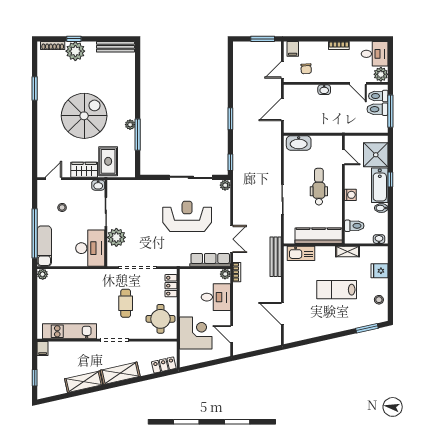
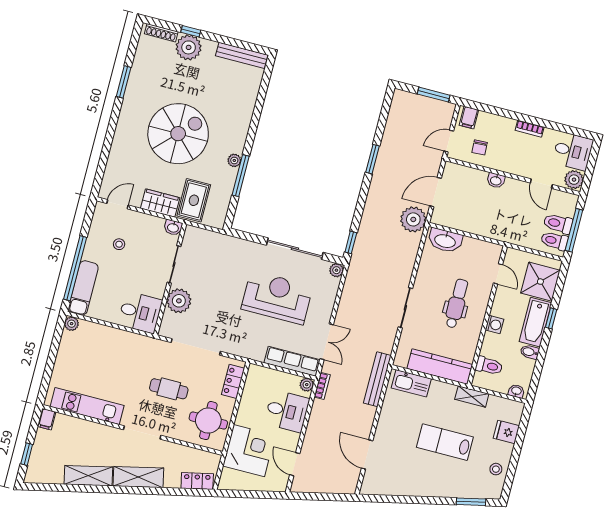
toilet: (378, 96) -> (554, 241), moved
window: (230, 119) -> (372, 159), moved
plant: (271, 134) -> (413, 219), added
desk: (90, 248) -> (140, 312), width x0.73
cafe table: (126, 303) -> (169, 389), turned 90

